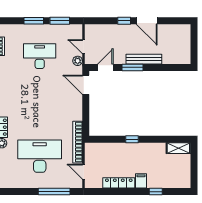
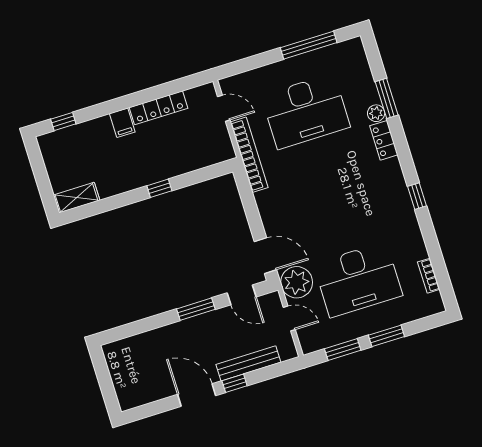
desk: (40, 56) -> (358, 280), width x1.36, depth x1.30
bench: (144, 59) -> (248, 363), moved
plant: (78, 61) -> (297, 282), width x1.87, depth x1.87
door: (105, 67) -> (242, 295), hinge flipped
window: (54, 192) -> (309, 45), moved
window: (156, 192) -> (63, 121), moved

